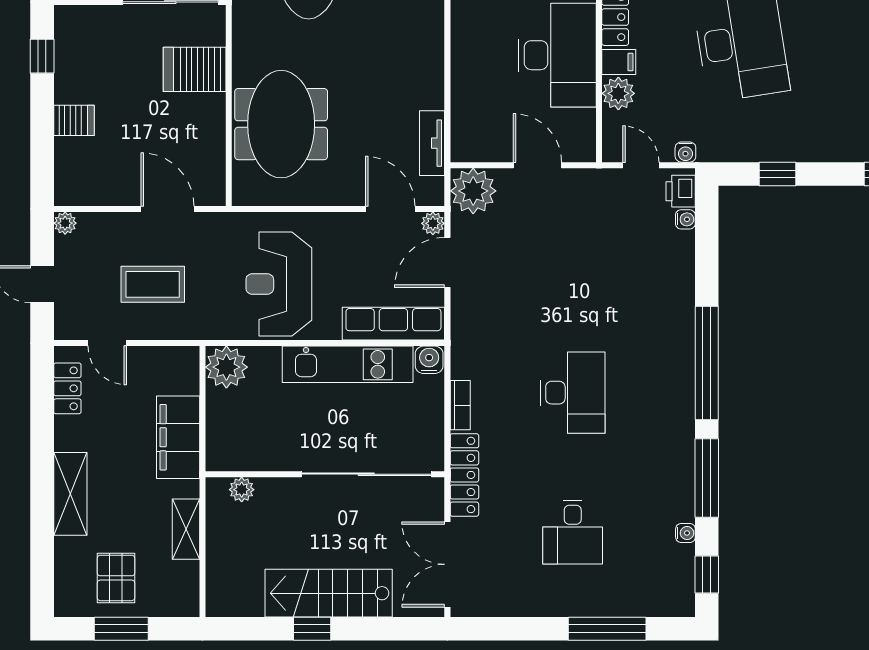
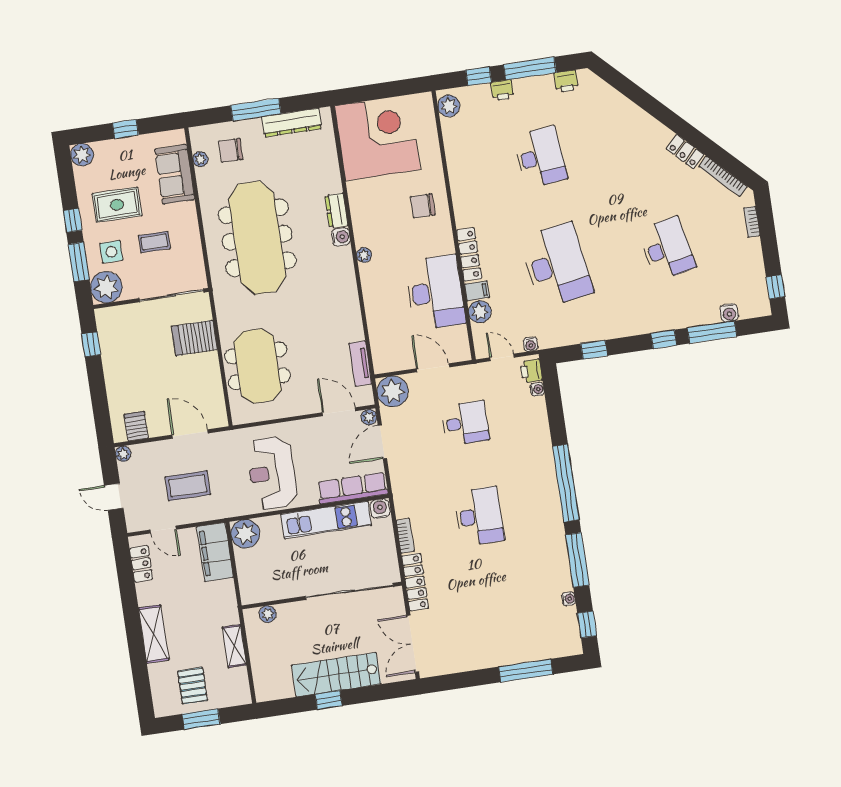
server rack: (74, 120) -> (136, 426), moved, turned -90
filing cabinet: (178, 437) -> (215, 552), moved
desk: (573, 532) -> (465, 423), moved, turned -90

